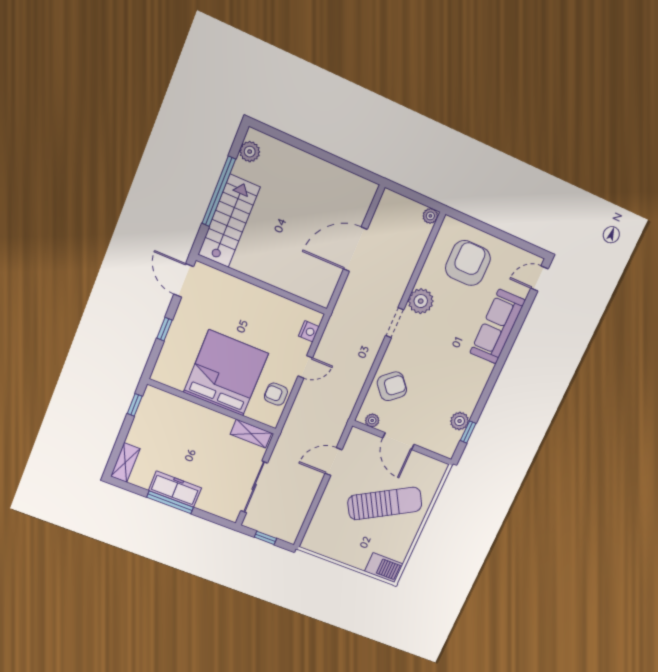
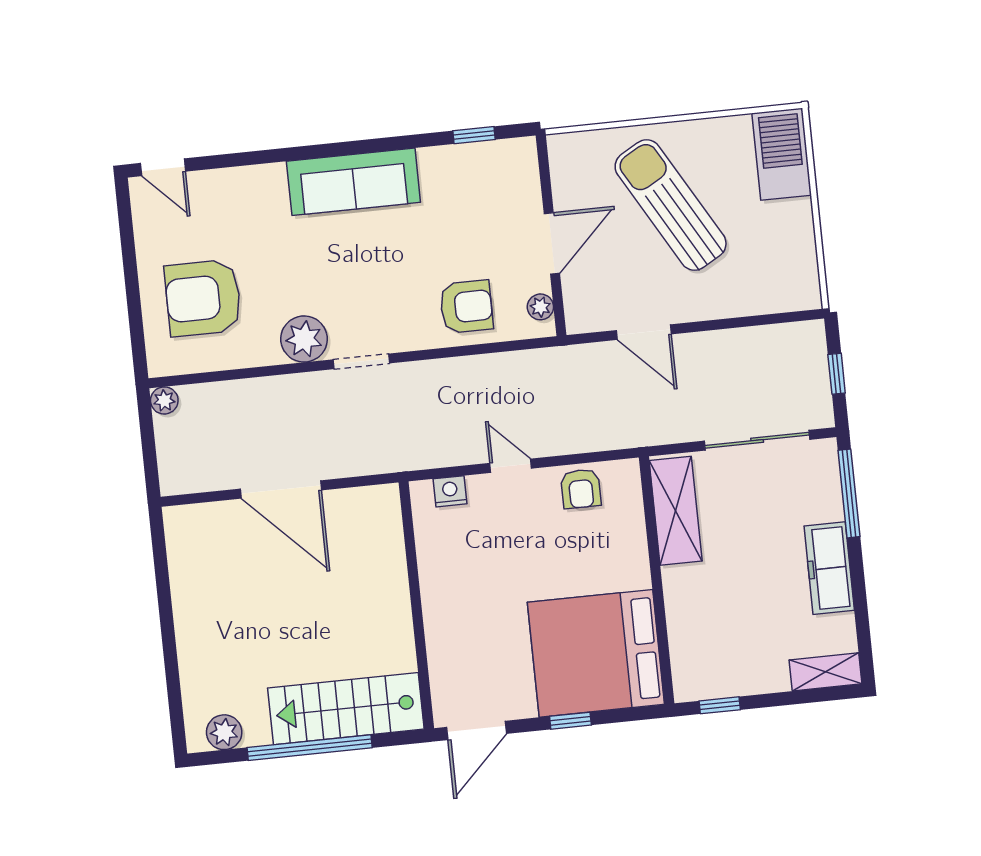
sofa: (497, 327) -> (353, 182), moved
bed: (226, 373) -> (596, 653), moved
armchair: (392, 386) -> (466, 307), turned 130
plant: (460, 421) -> (463, 160), removed
shelving: (251, 434) -> (676, 511), width x1.50, depth x1.33
window: (170, 502) -> (849, 493), moved
barbecue: (384, 568) -> (782, 154), width x1.37, depth x1.21

